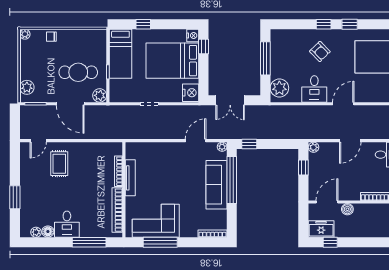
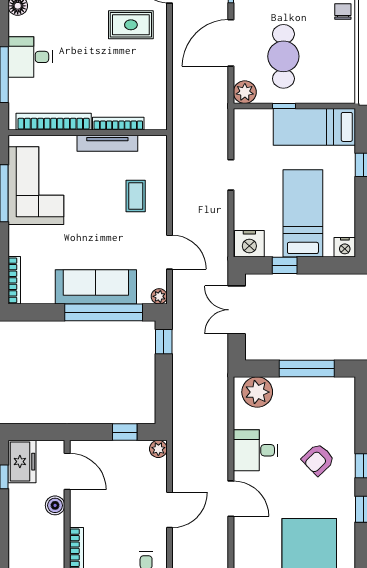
window: (203, 46) -> (285, 265), moved
bed: (172, 61) -> (303, 213), width x0.67
door: (350, 141) -> (169, 510), swing flipped
coffee table: (162, 161) -> (136, 196), added
desk: (67, 224) -> (30, 57), moved

